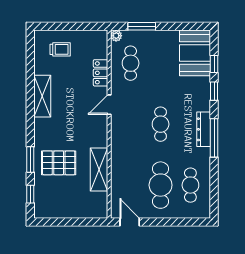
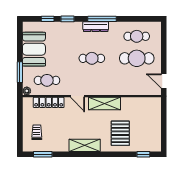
booth: (195, 53) -> (34, 49), moved, turned 90
locker: (101, 73) -> (49, 102), width x1.53
shelving: (42, 96) -> (85, 145), moved
window: (30, 159) -> (43, 154), moved
shelving: (99, 169) -> (105, 104), moved
door: (130, 222) -> (164, 81), hinge flipped

